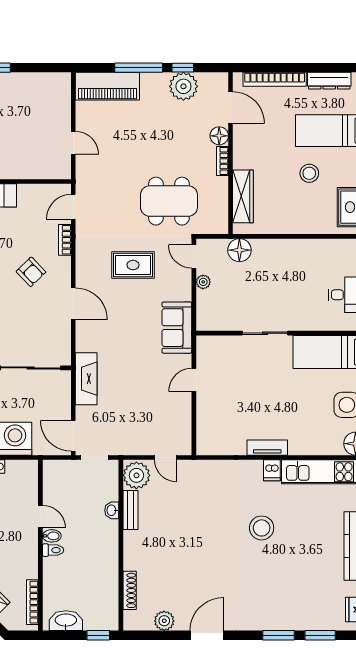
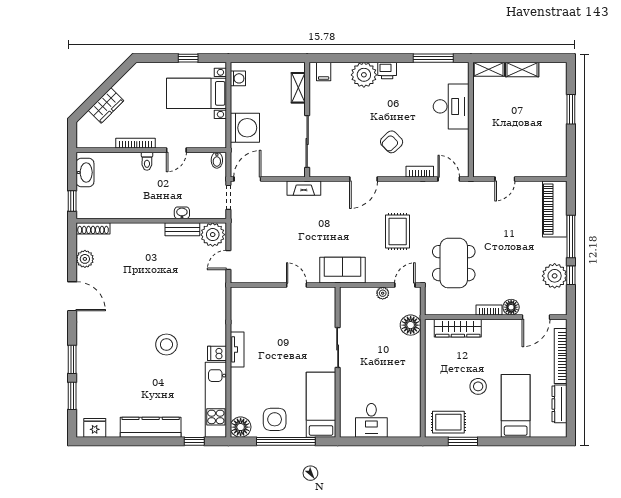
fireplace: (86, 379) -> (304, 188), width x0.73, depth x0.76
bidet: (52, 536) -> (217, 160), moved
shoe rack: (130, 590) -> (93, 228), moved
bookcase: (32, 602) -> (135, 143), moved

